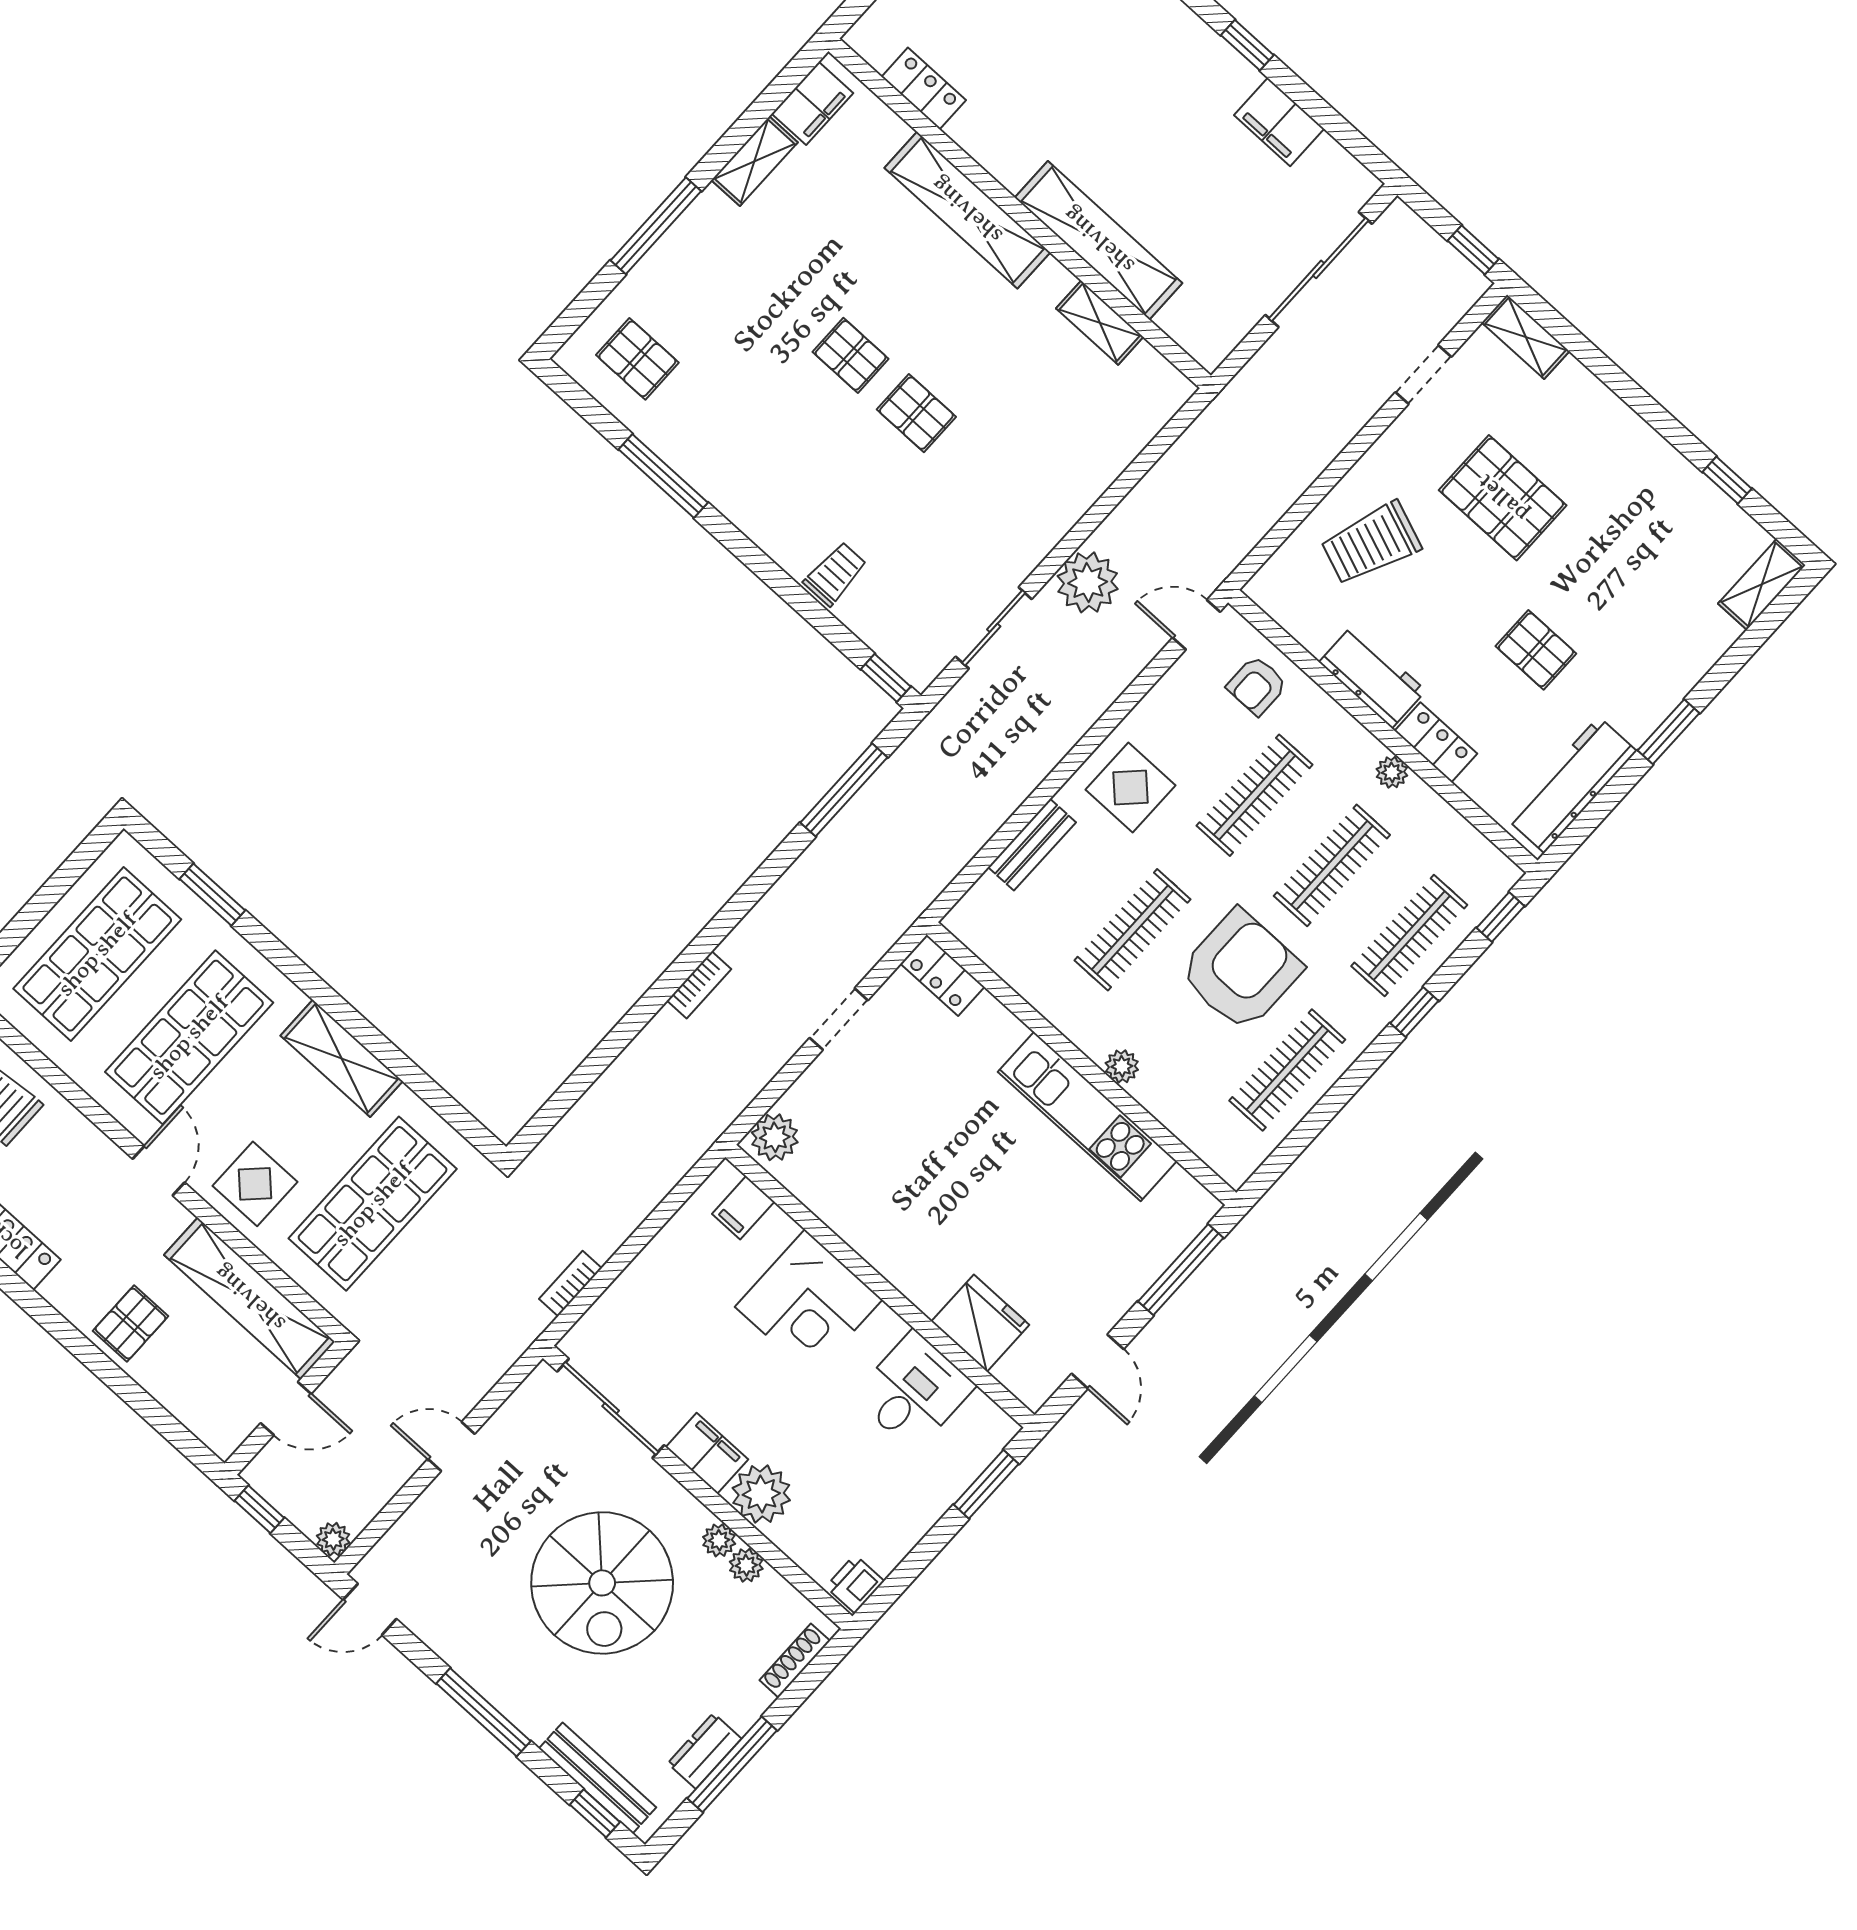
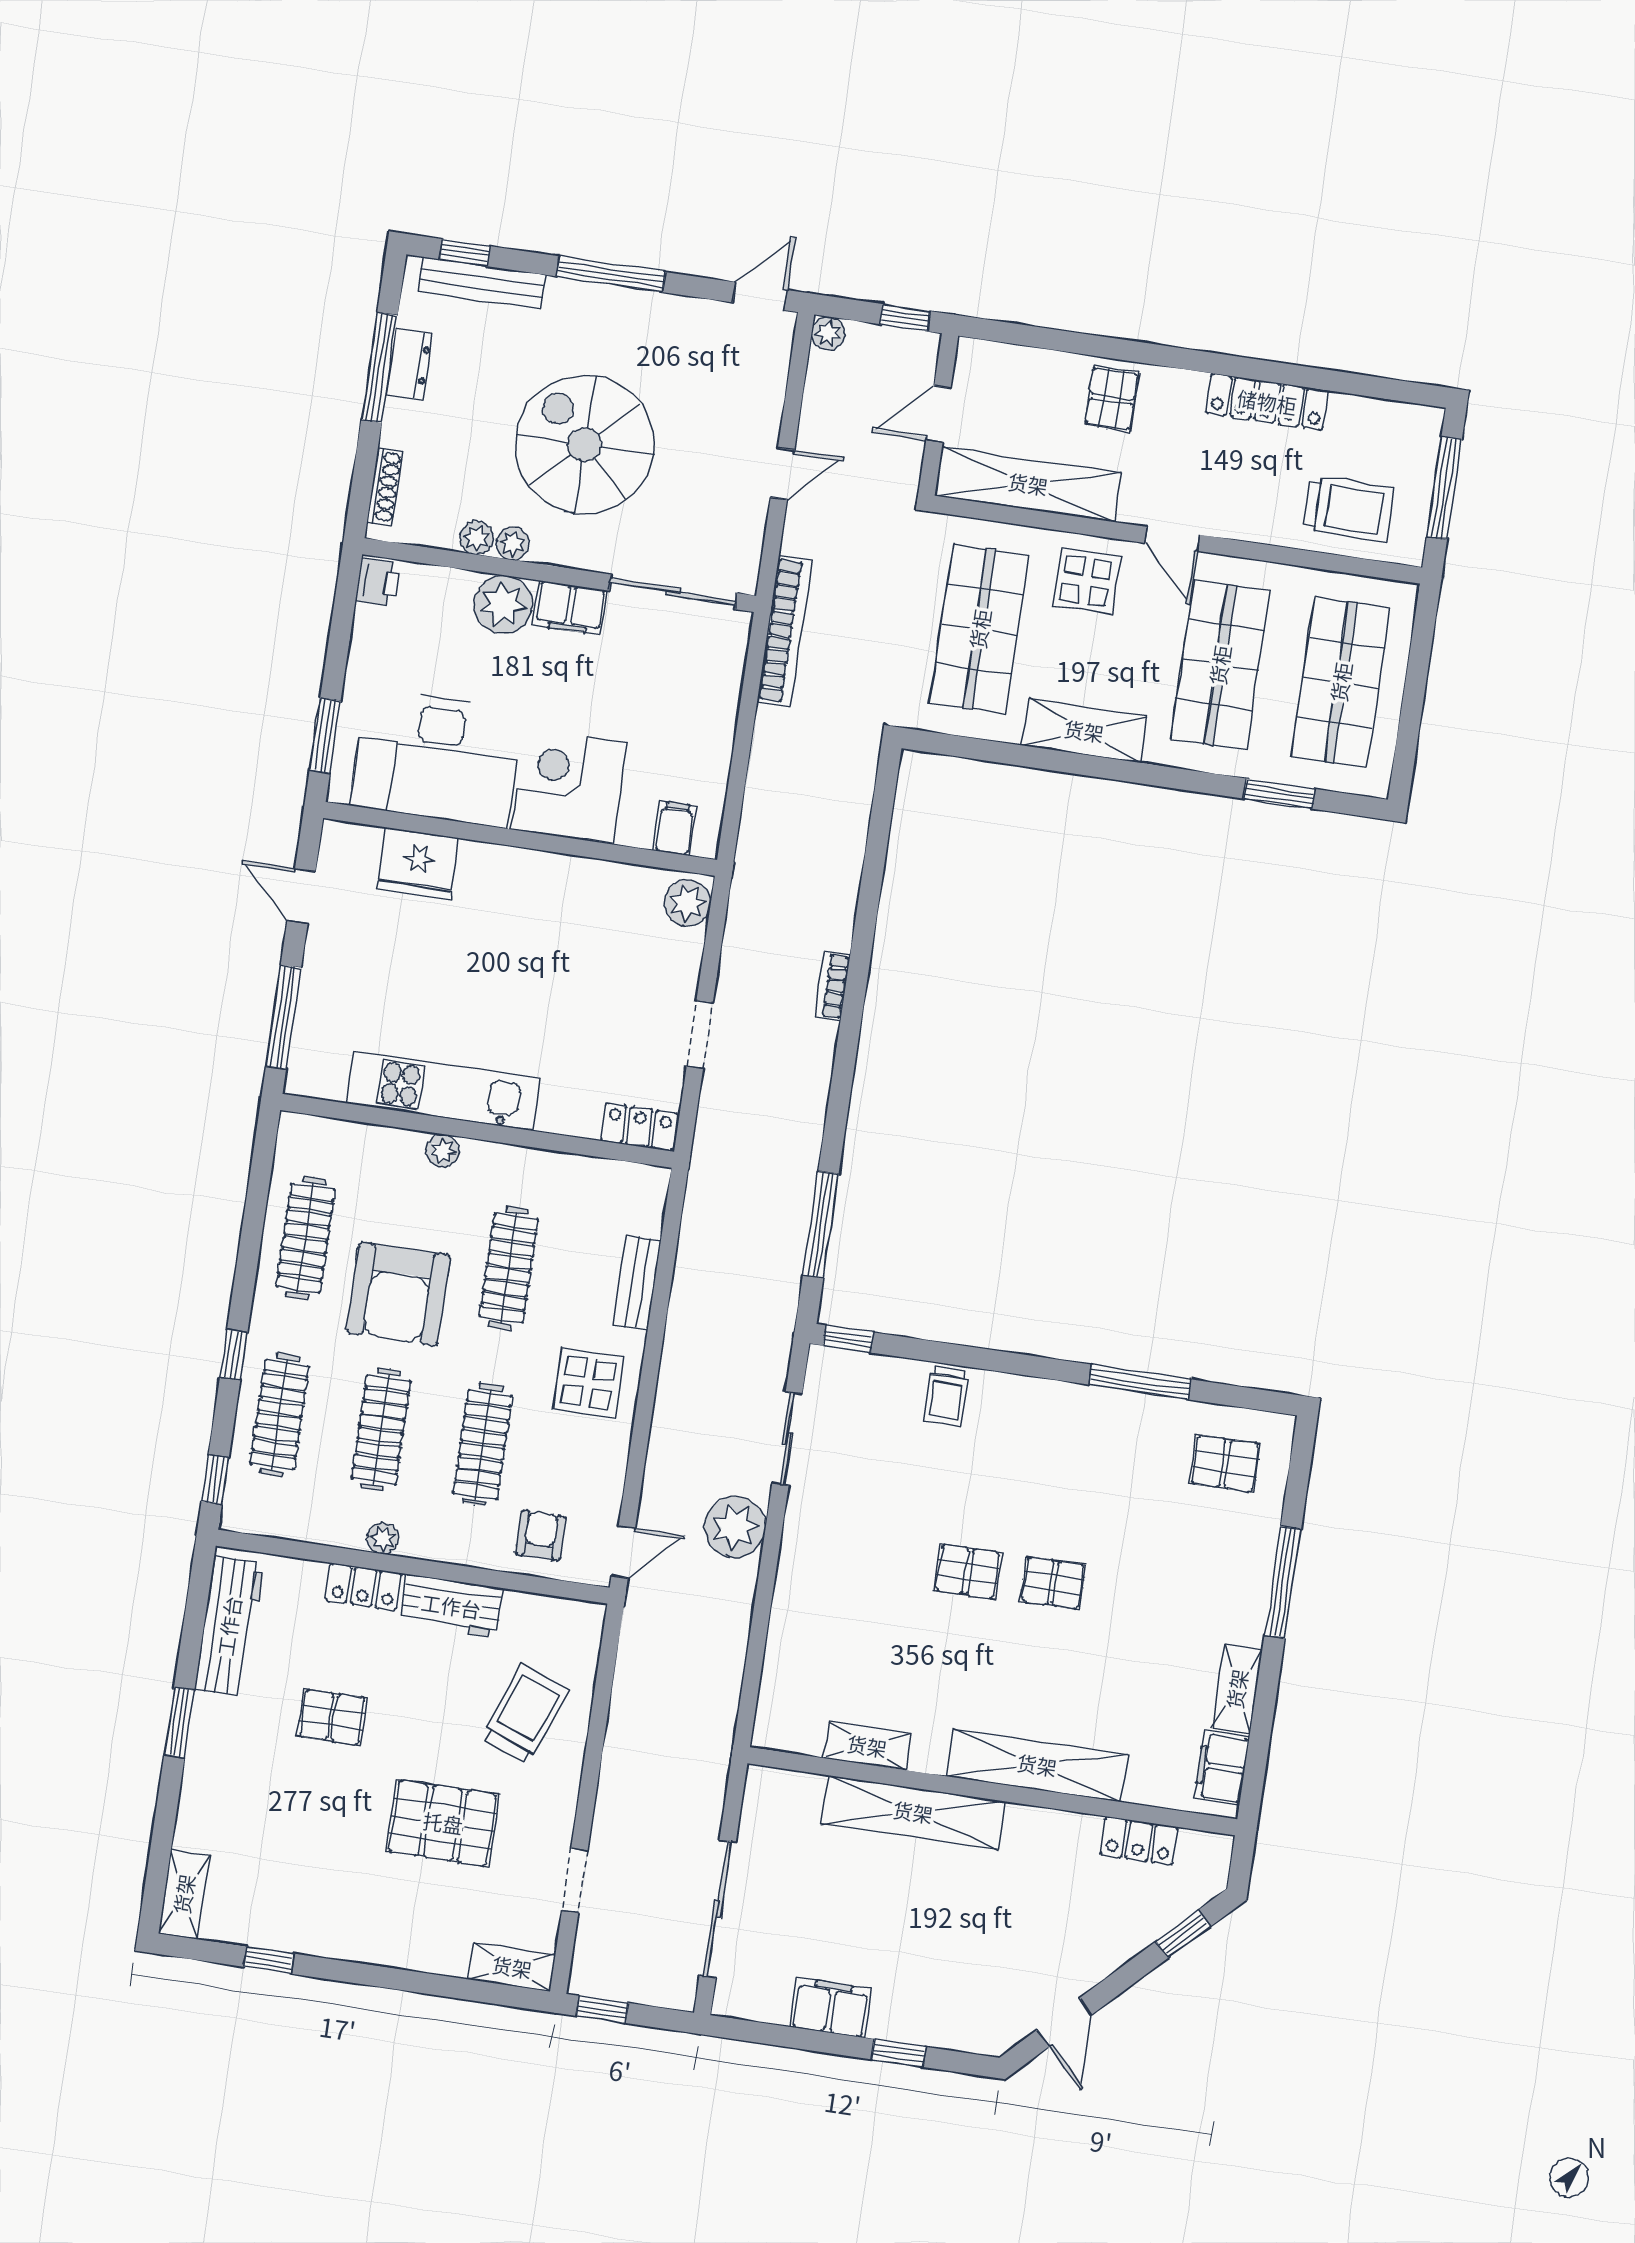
bookcase: (570, 1284) -> (784, 631), width x2.31, depth x1.31
desk: (914, 1391) -> (437, 758), width x1.87, depth x1.30

